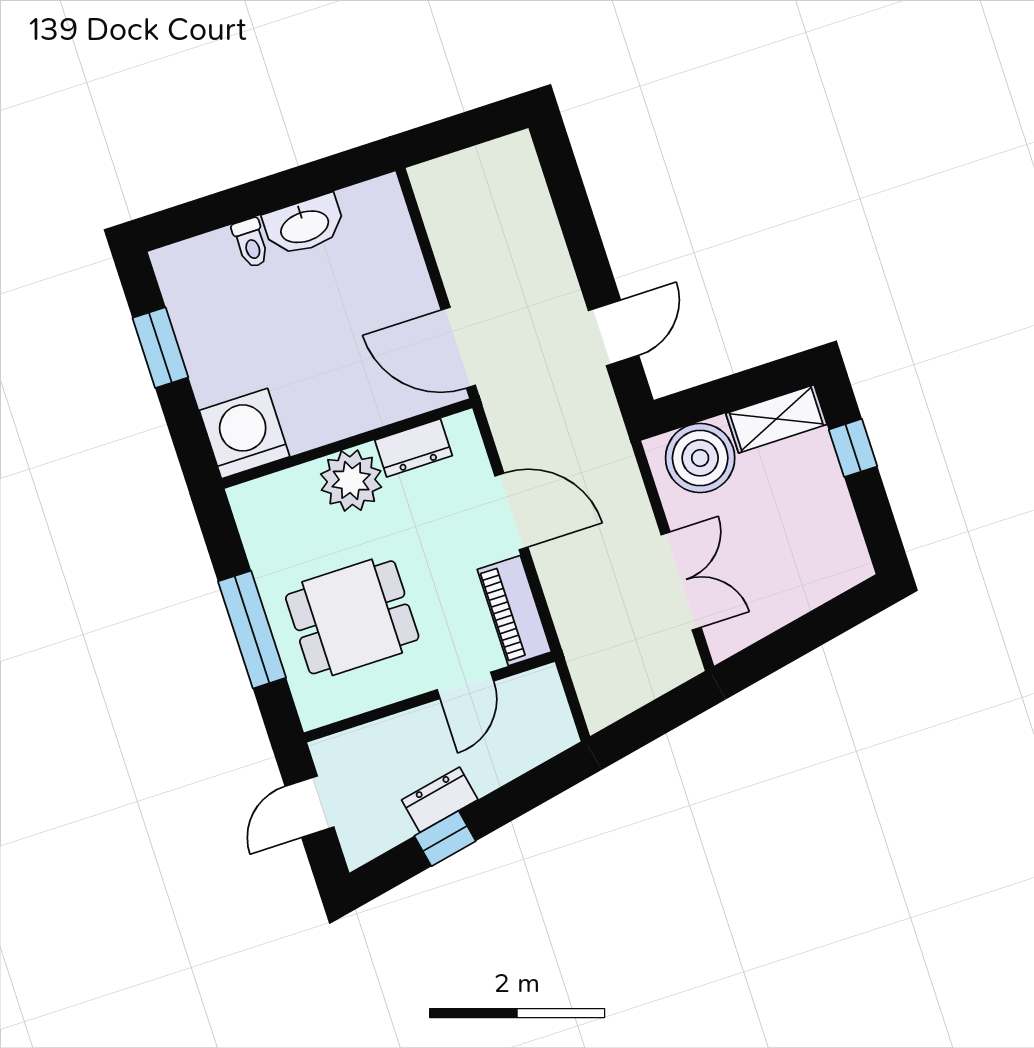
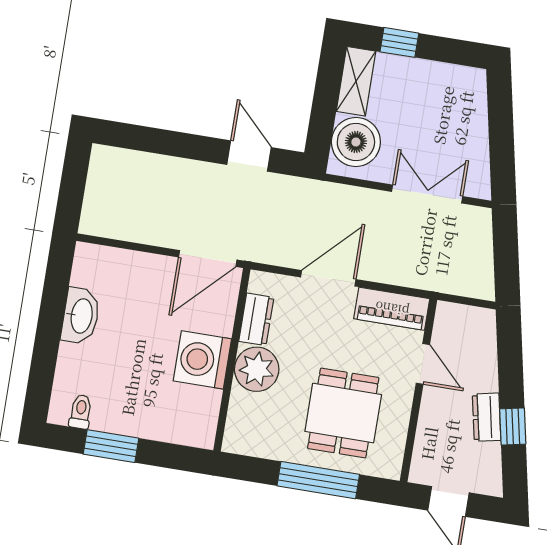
toilet: (251, 243) -> (81, 412), moved, turned -90
washing machine: (244, 433) -> (202, 360), moved

